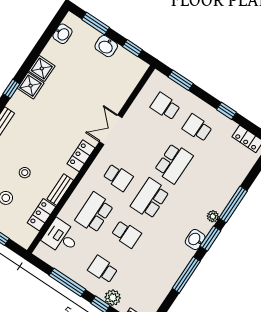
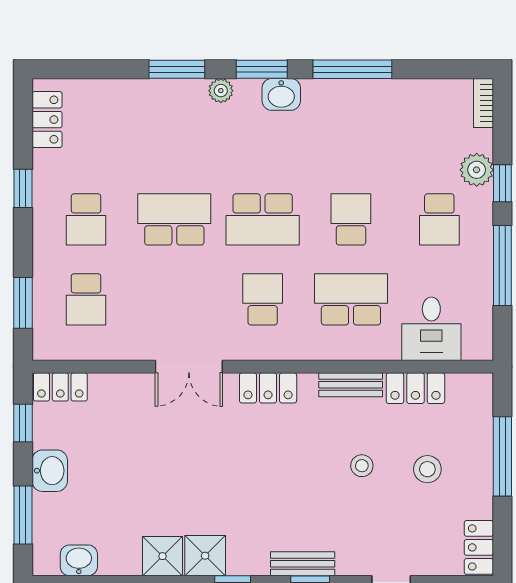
locker: (137, 73) -> (60, 387), added
window: (233, 204) -> (177, 69), width x0.69
school desk: (94, 213) -> (351, 299), turned 180

